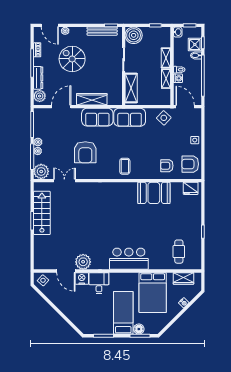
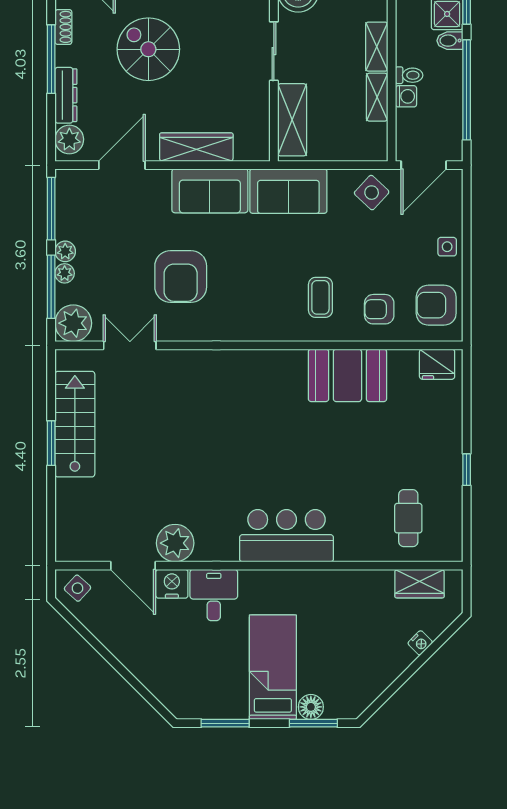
door: (185, 107) -> (424, 165), swing flipped
coffee table: (125, 166) -> (320, 297), moved
bed: (153, 293) -> (345, 618), removed

